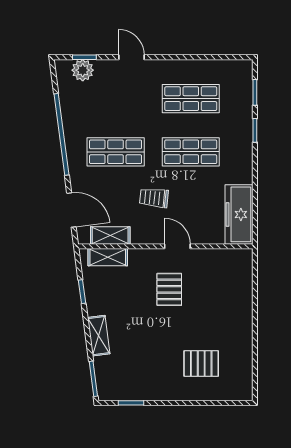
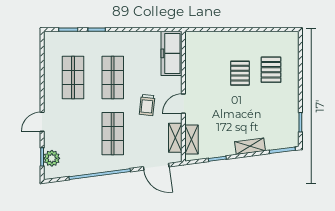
door: (71, 210) -> (156, 167), swing flipped
freezer: (239, 214) -> (171, 53), moved, turned 90
door: (177, 246) -> (183, 104), moved
pallet: (169, 289) -> (240, 73), moved, turned 90

